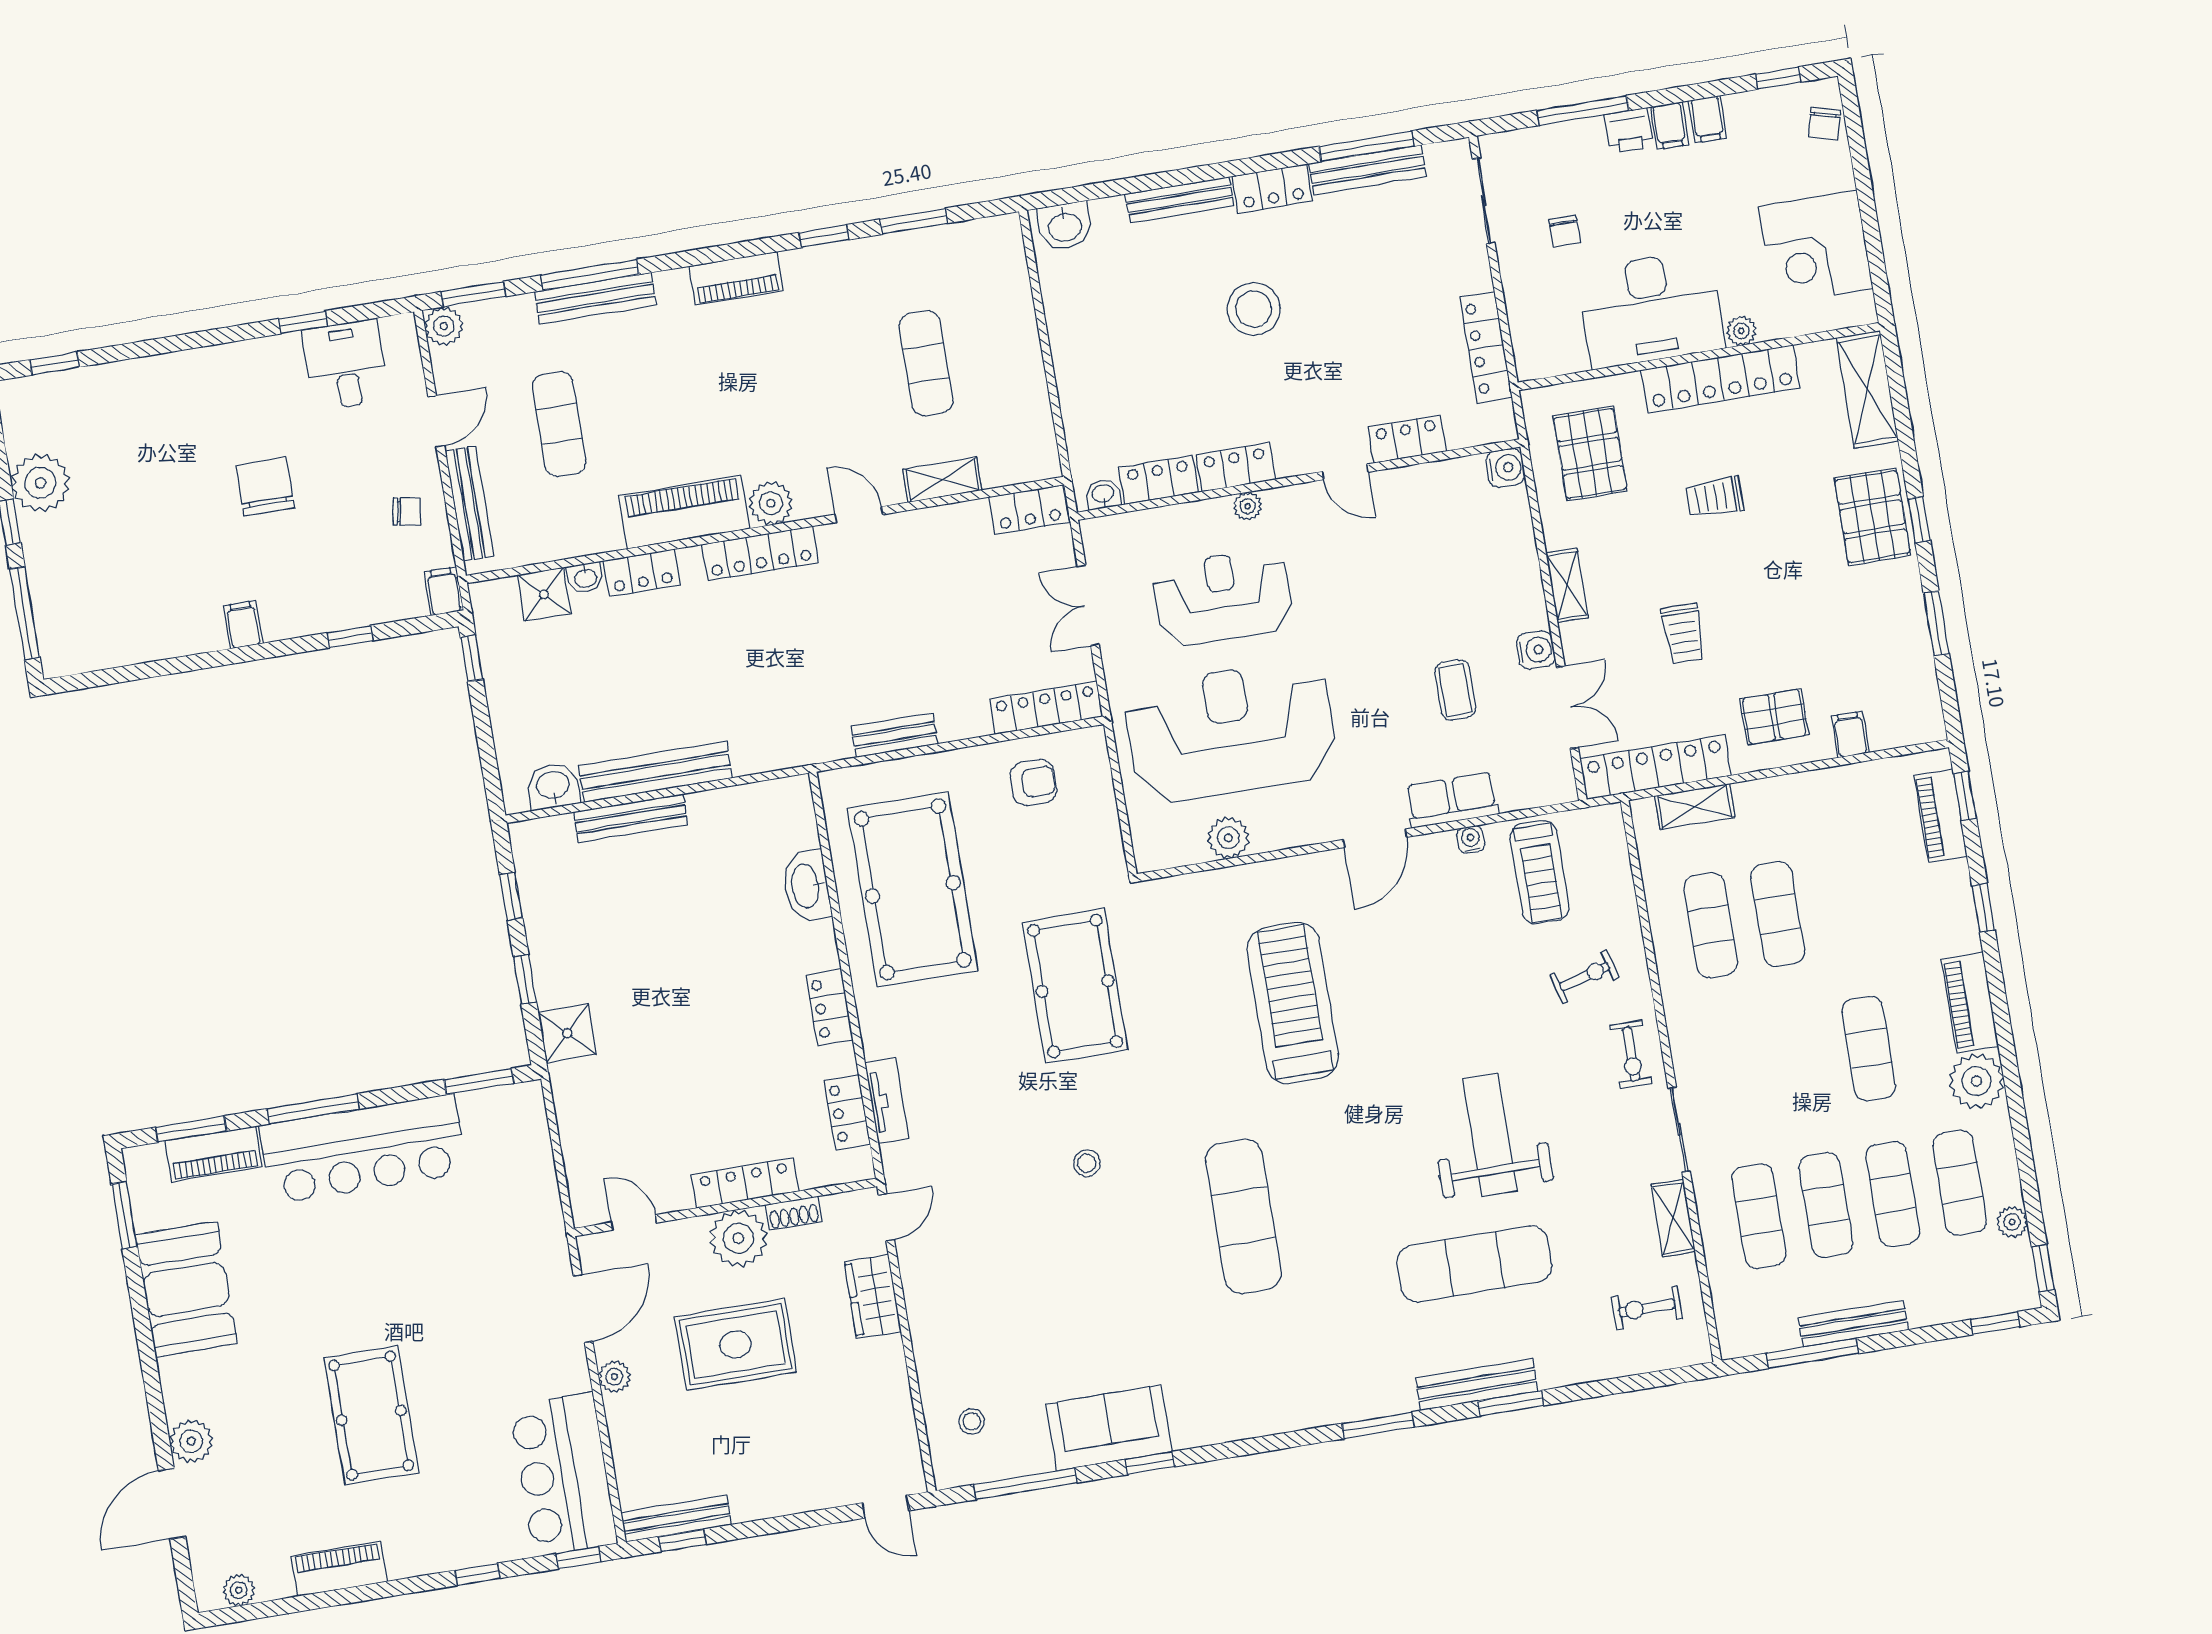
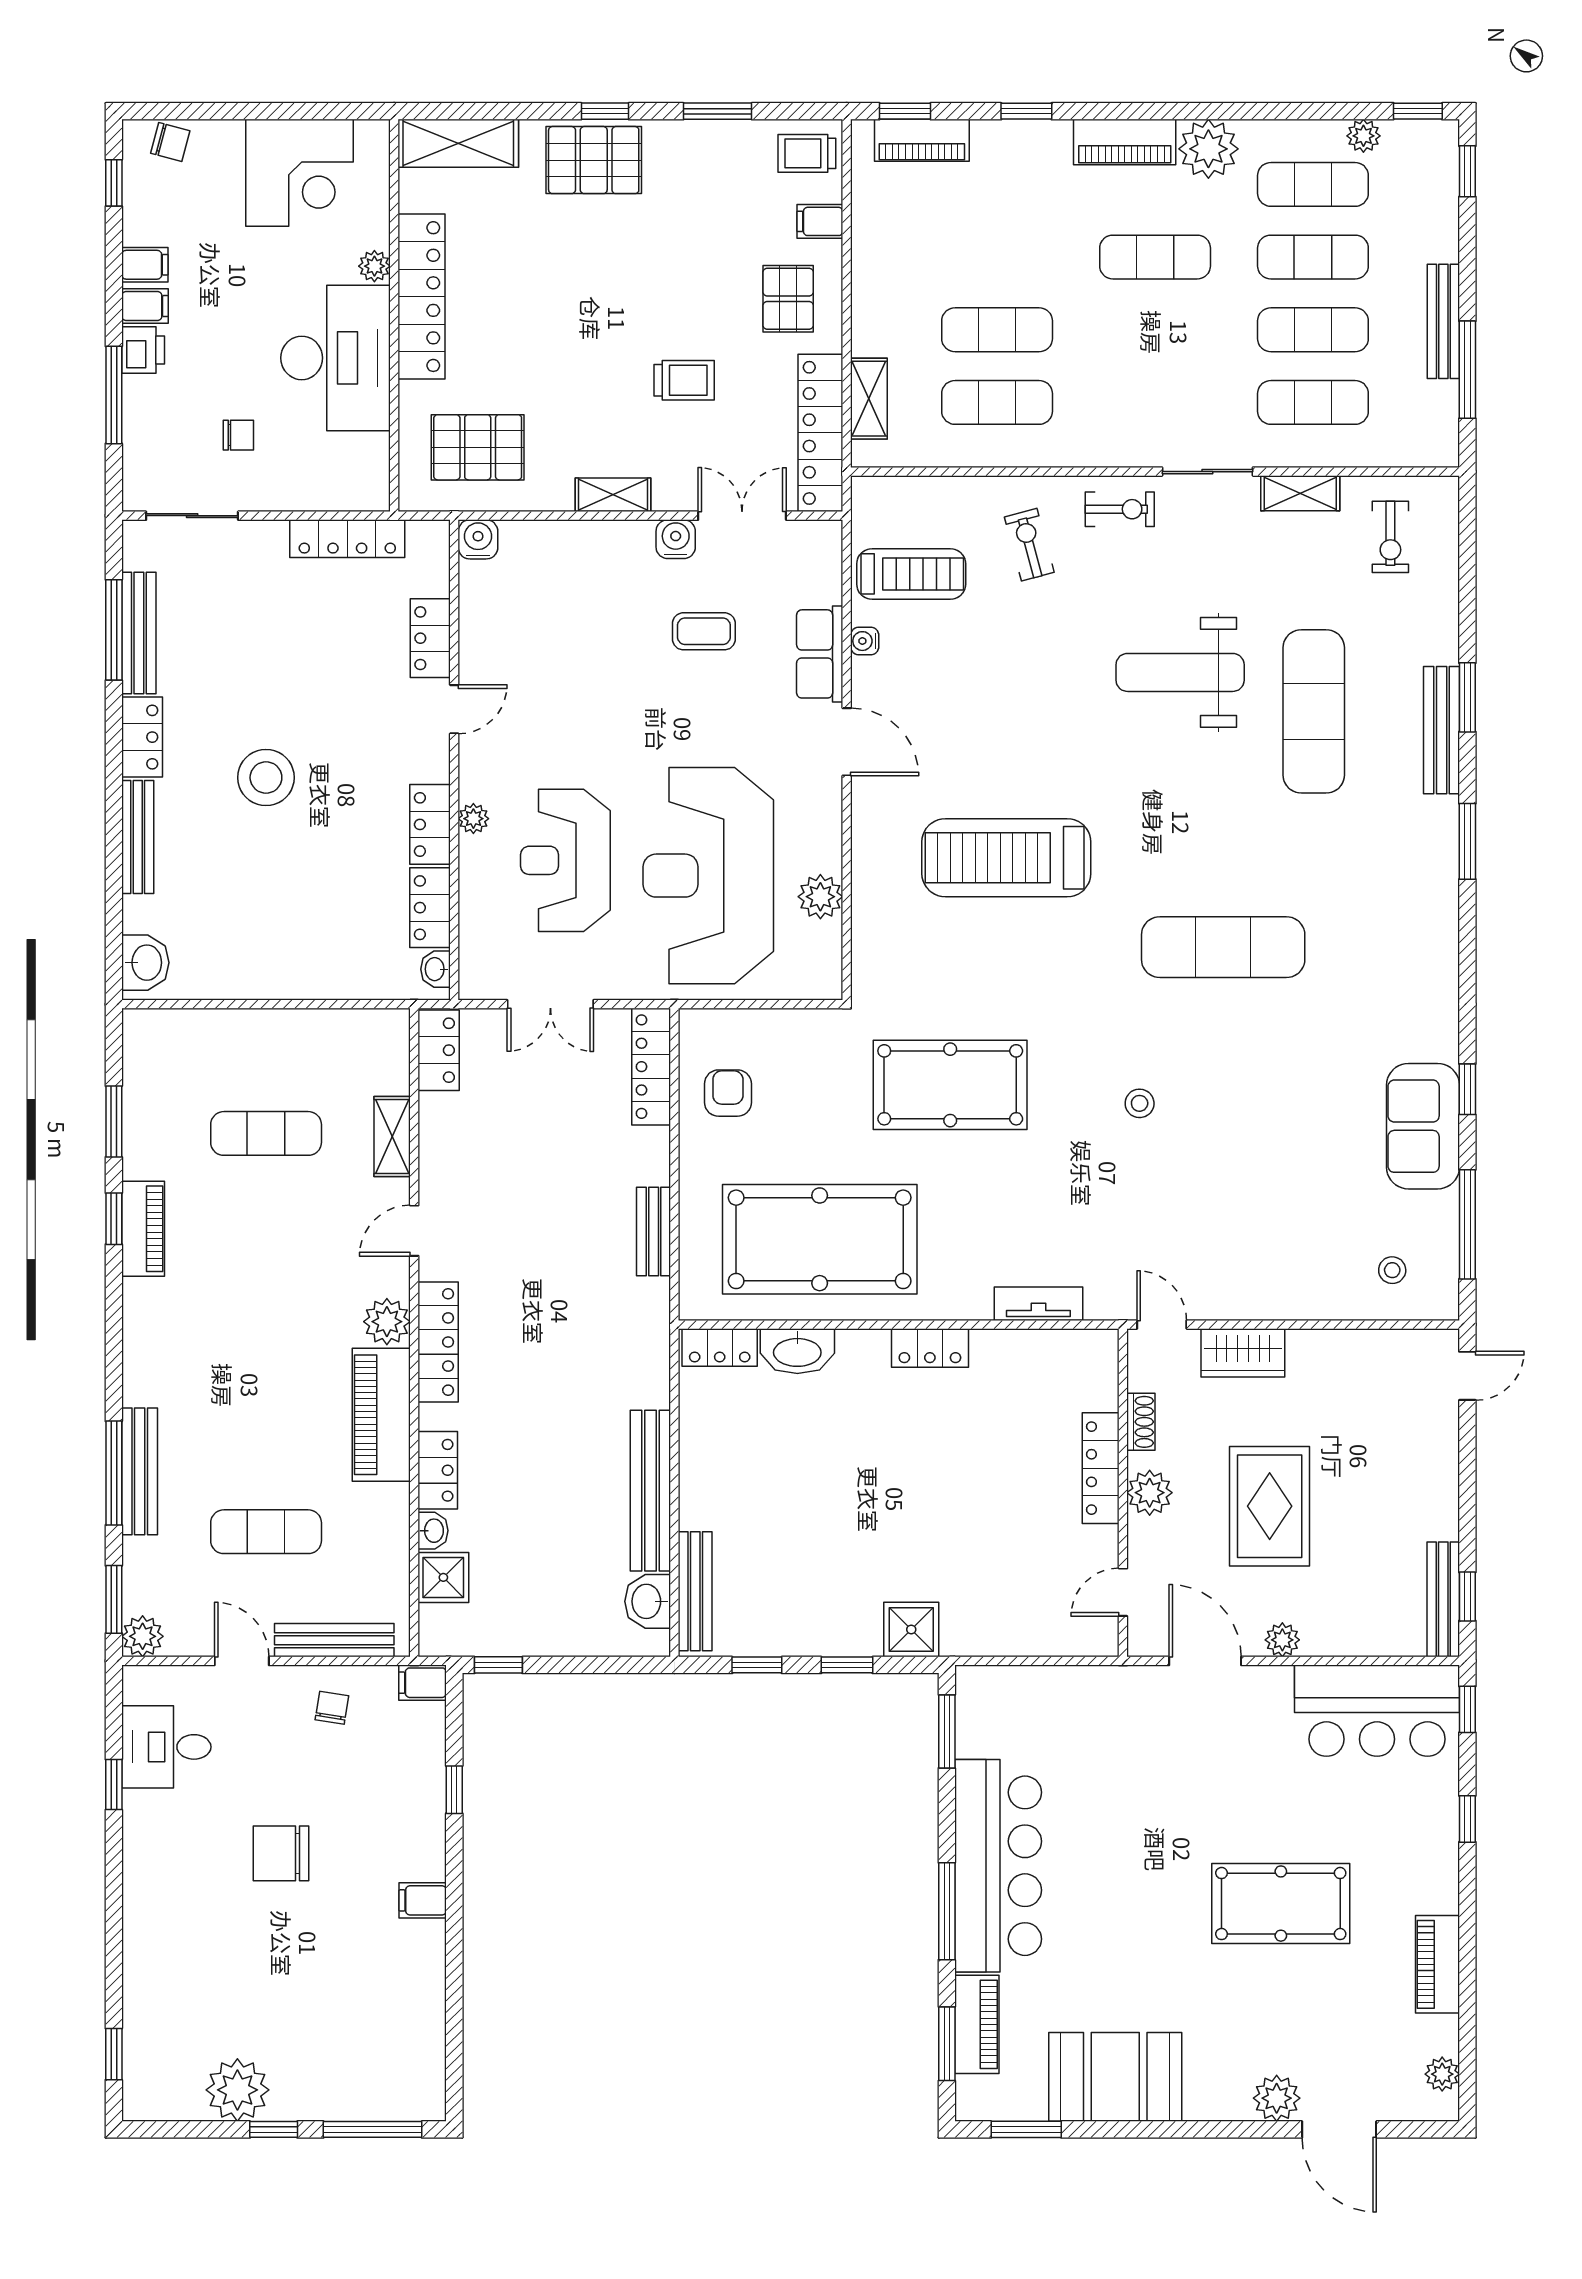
piano: (736, 278) -> (143, 1229), moved
trolley: (1715, 497) -> (807, 153), moved, turned 90
bench: (631, 818) -> (695, 1591), moved
locker: (847, 1112) -> (720, 1348), moved
plant: (738, 1238) -> (1150, 1493), width x0.73, depth x0.73

